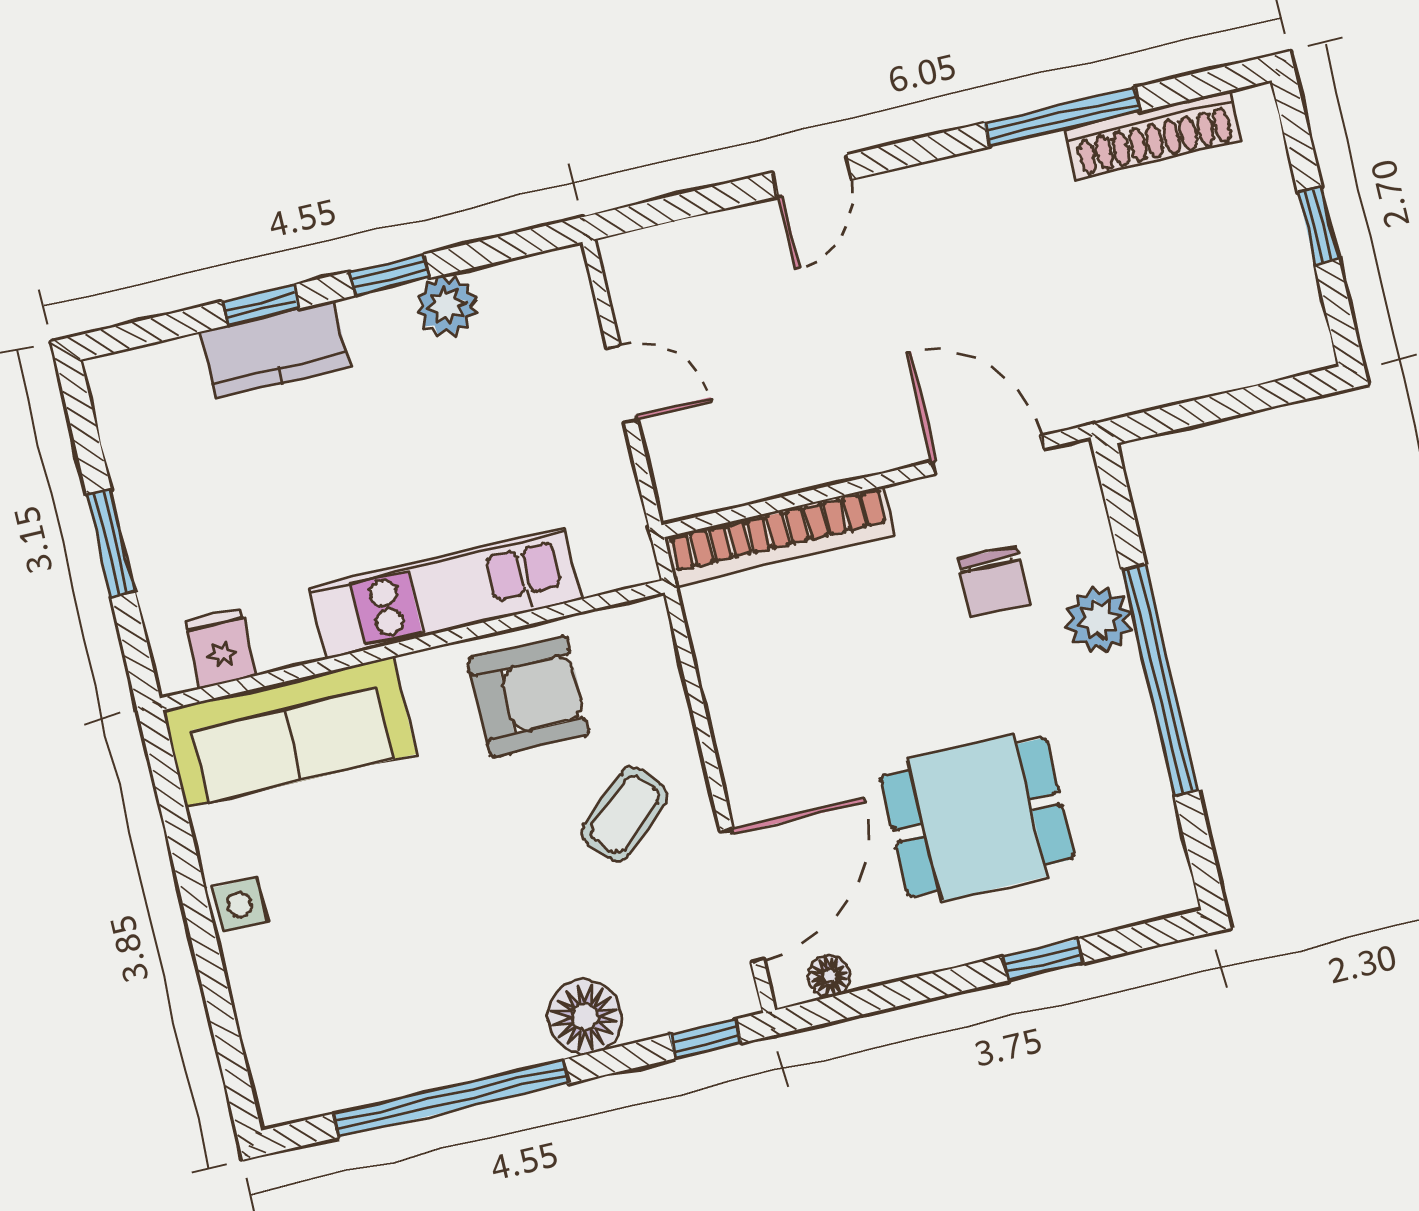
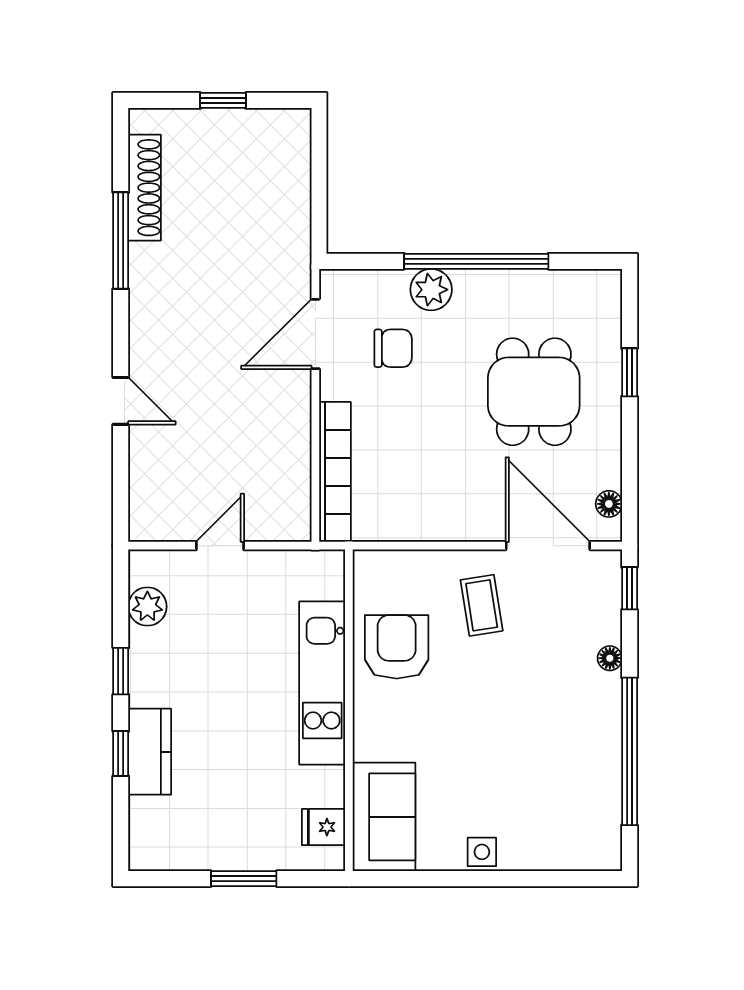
plant: (447, 305) -> (147, 606), moved
sofa: (289, 732) -> (384, 817), width x0.73
coffee table: (625, 814) -> (482, 605), turned 33
floor lamp: (585, 1017) -> (610, 658), width x0.53, depth x0.53

